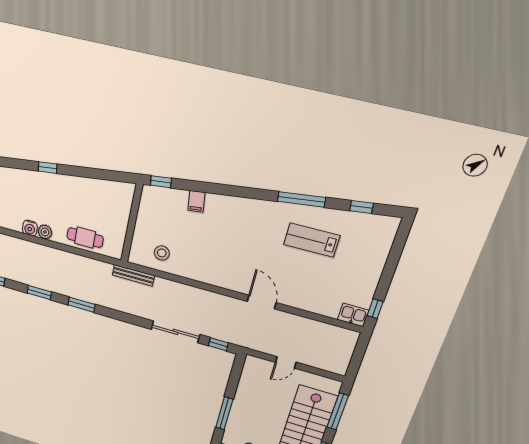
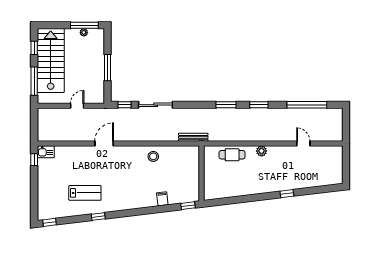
window: (48, 168) -> (287, 194), moved
window: (301, 199) -> (98, 216), width x0.46
window: (361, 207) -> (50, 222), moved
water cooler: (30, 228) -> (273, 151), removed
stool: (162, 253) -> (153, 156), moved
door: (262, 302) -> (104, 144), swing flipped
window: (224, 413) -> (107, 68), moved

